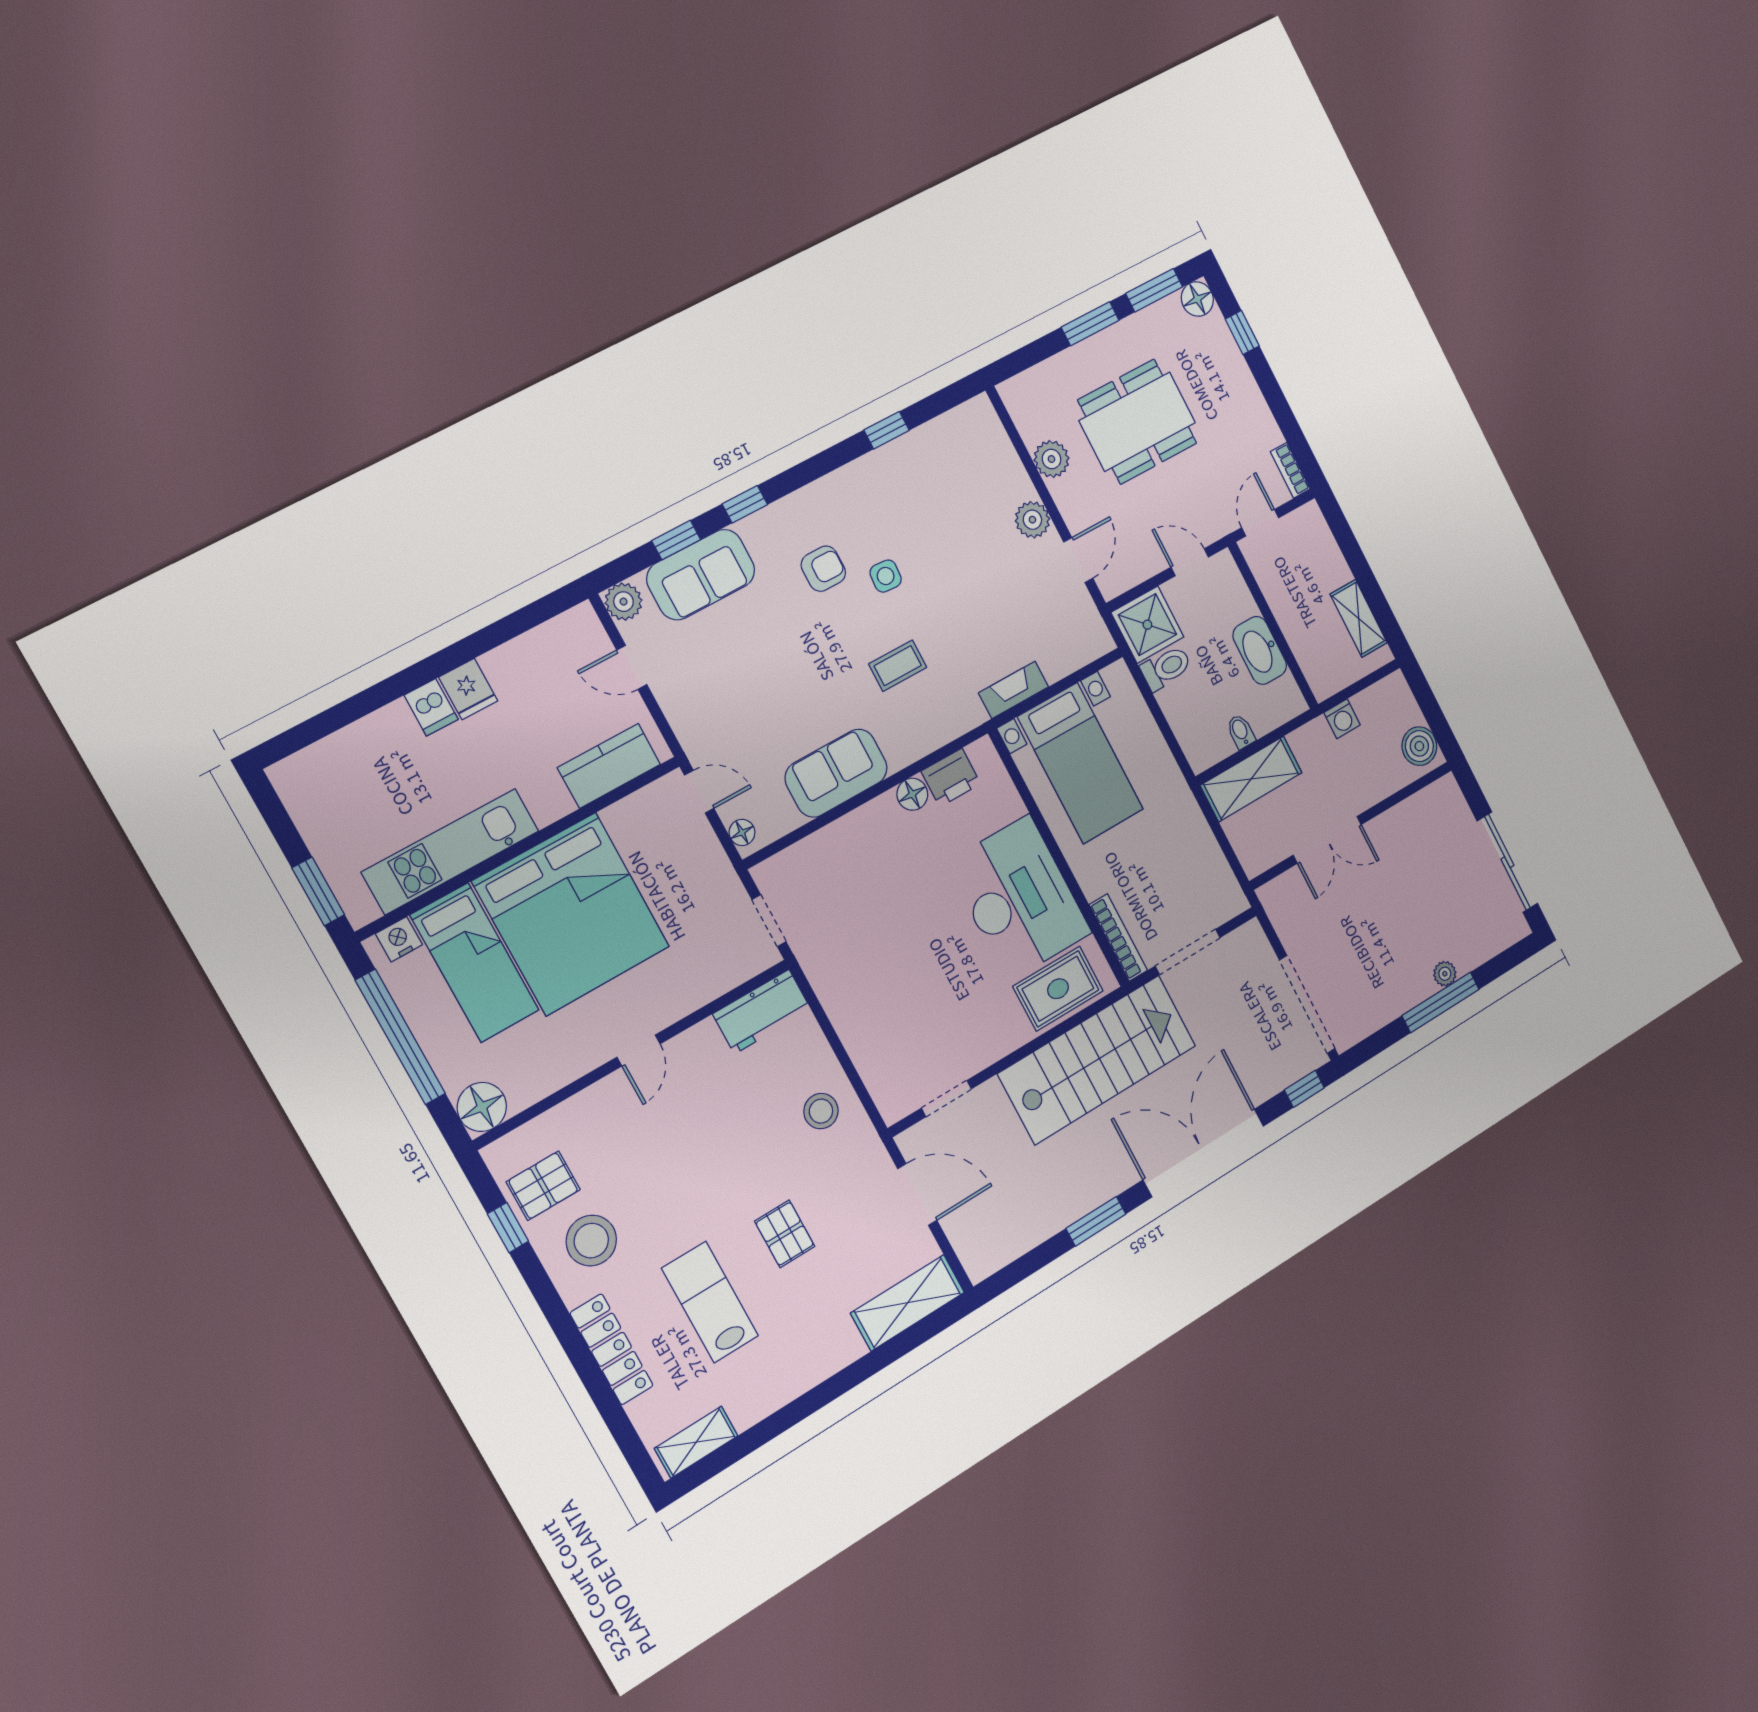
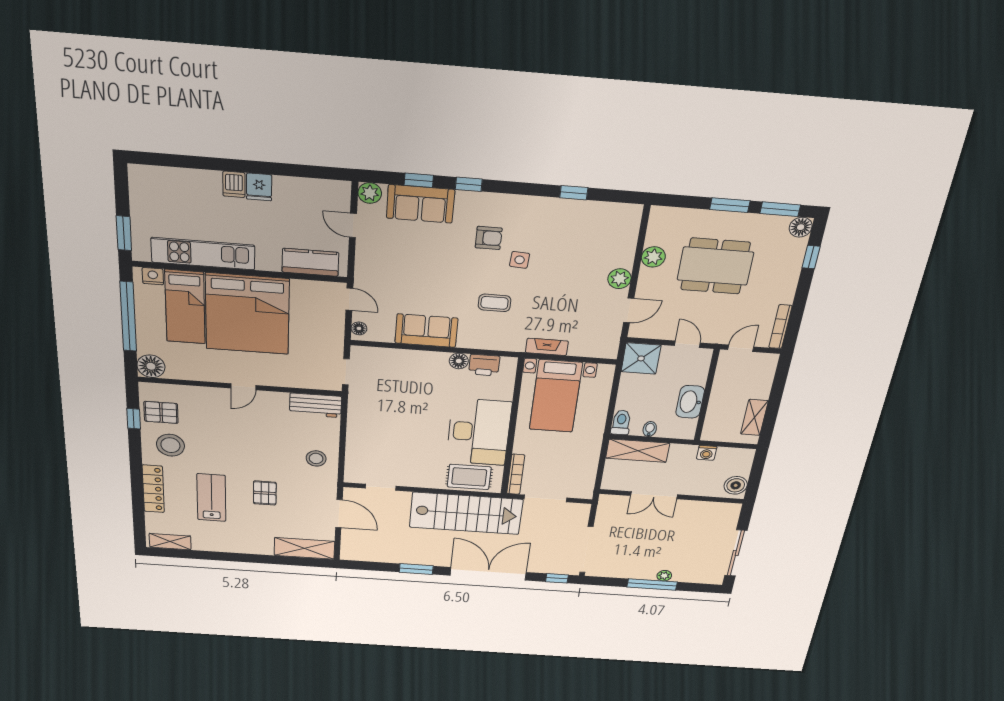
bookcase: (1290, 470) -> (780, 327), width x1.56
toilet: (1166, 668) -> (621, 422), moved, turned -90

